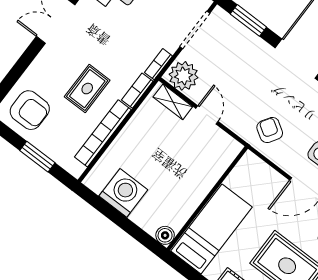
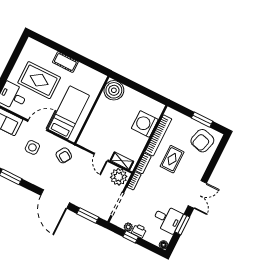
armchair: (30, 110) -> (202, 141), turned -74
window: (37, 157) -> (202, 120), moved
washing machine: (123, 193) -> (145, 124), moved, turned 90
bed: (211, 229) -> (69, 112), moved, turned 180
boiler: (165, 235) -> (114, 90), width x1.86, depth x1.86

